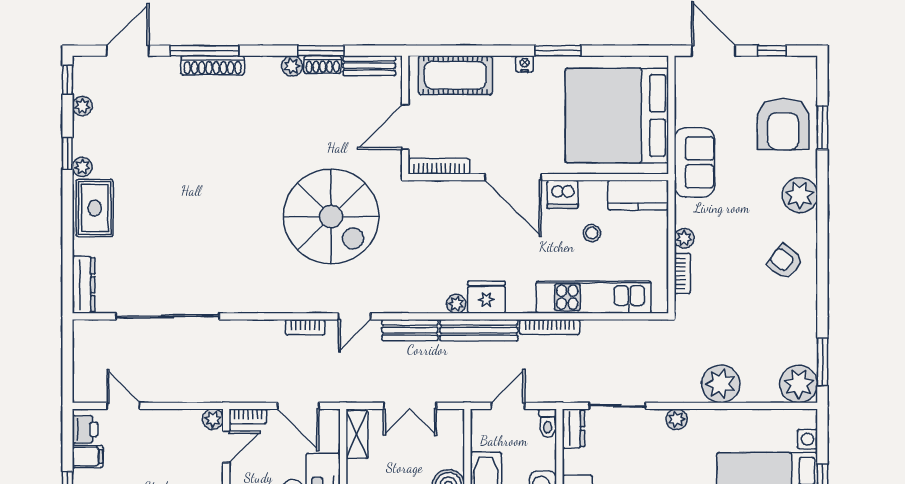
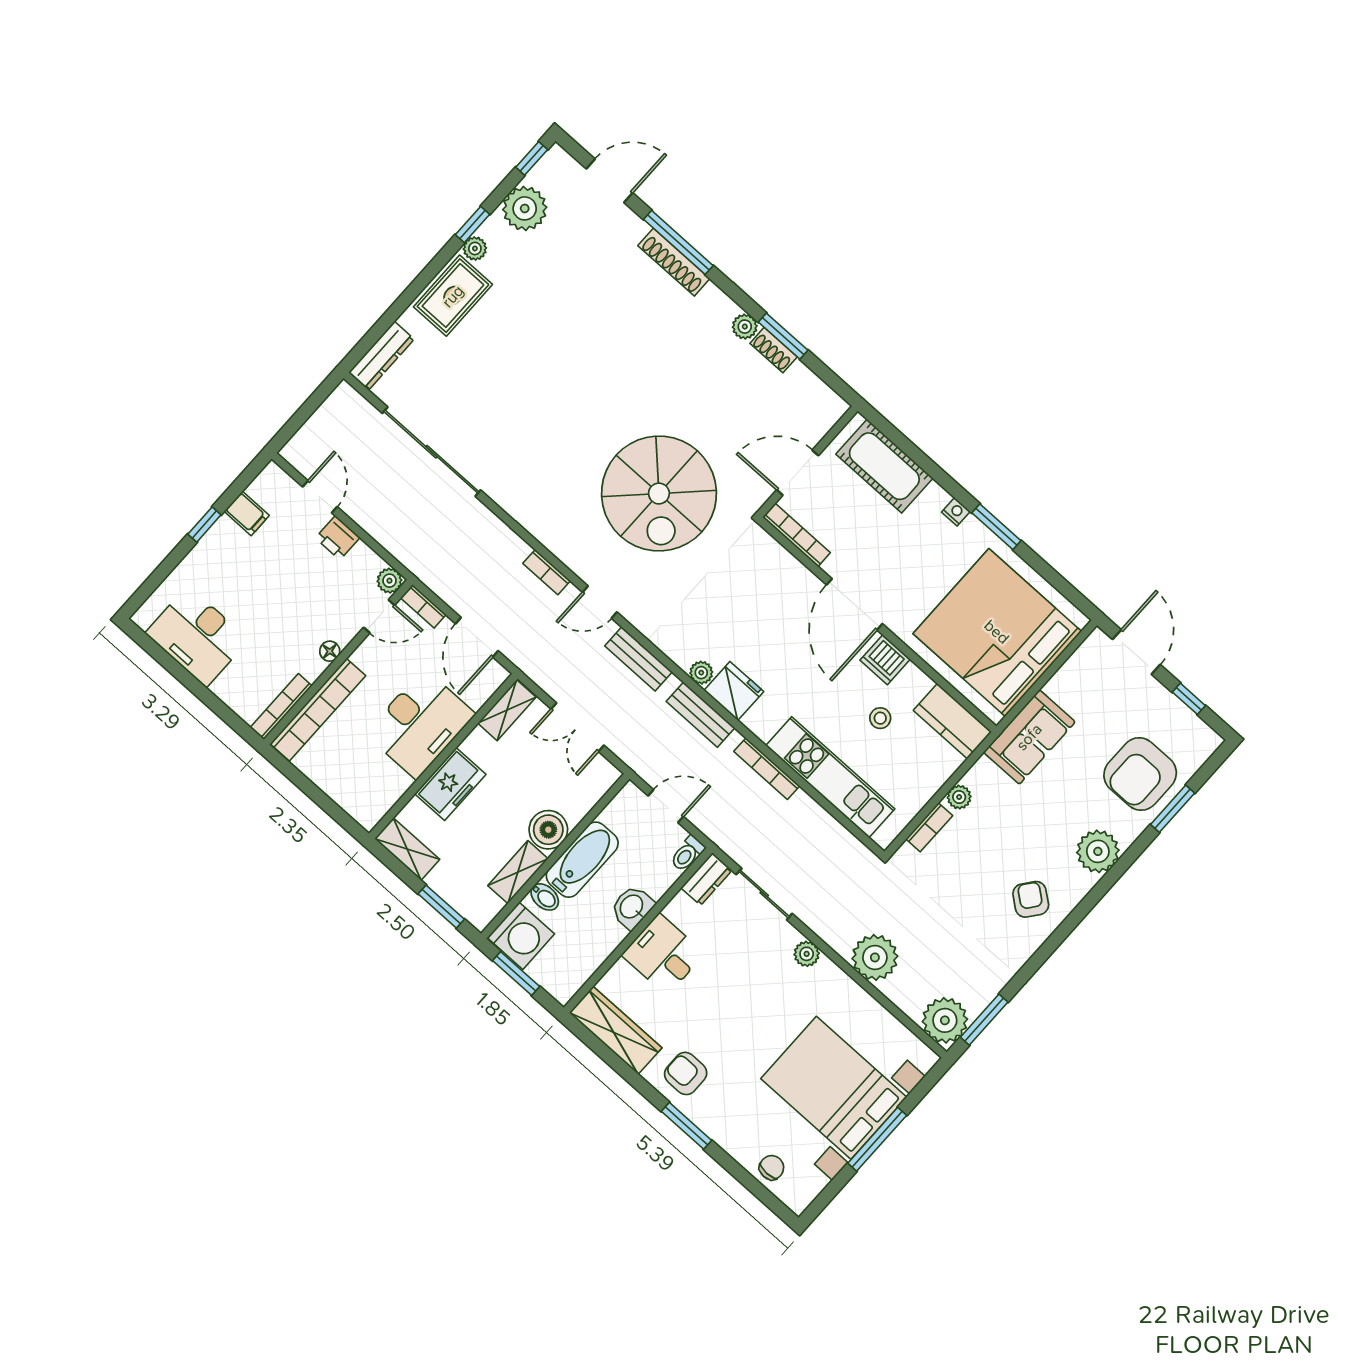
bench: (369, 66) -> (815, 388), removed
plant: (82, 106) -> (525, 208), width x1.88, depth x1.88
bench: (479, 330) -> (700, 715), width x0.73
printer: (85, 429) -> (338, 538), moved, turned 90

